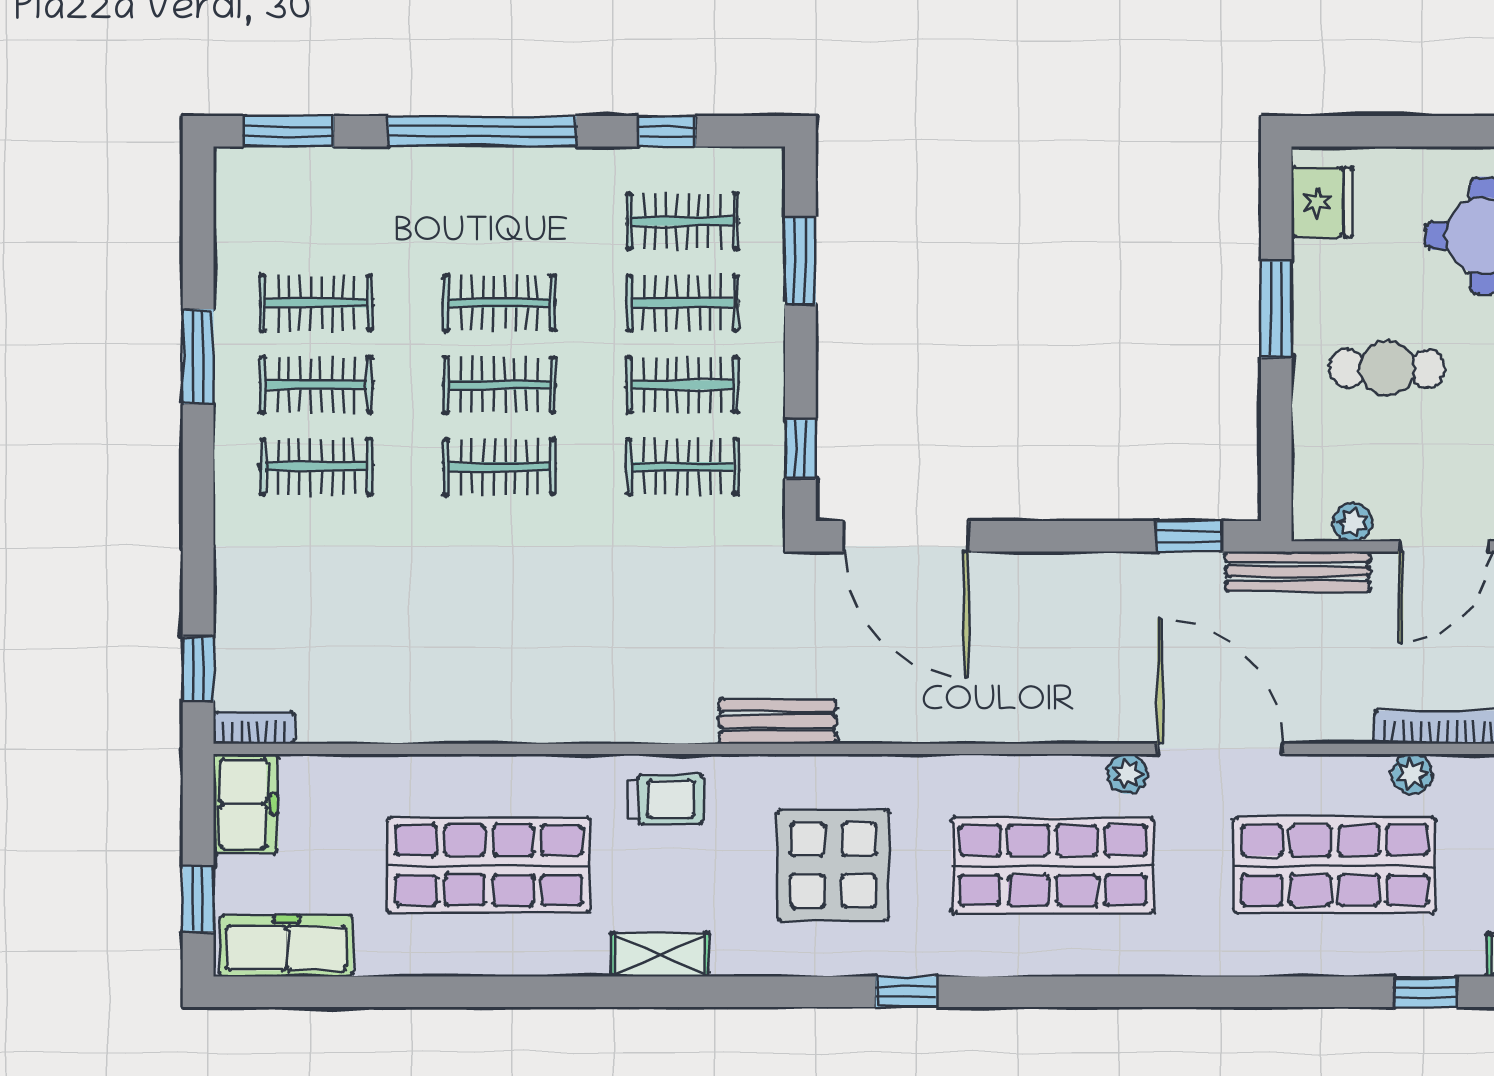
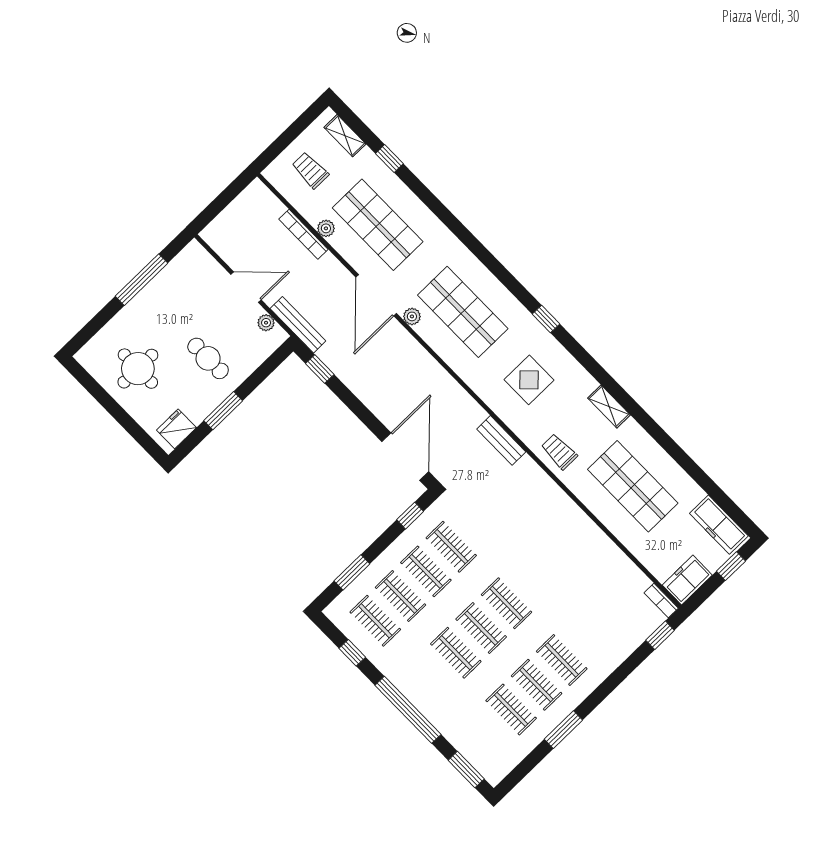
display table: (833, 865) -> (529, 380), width x0.73, depth x0.73

